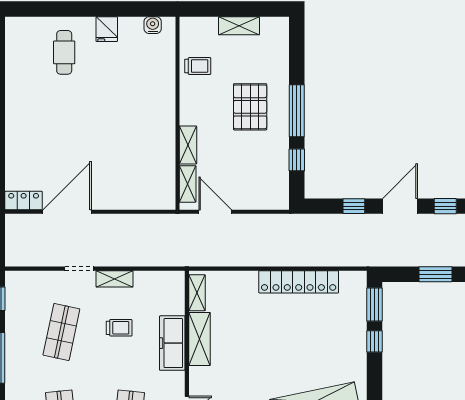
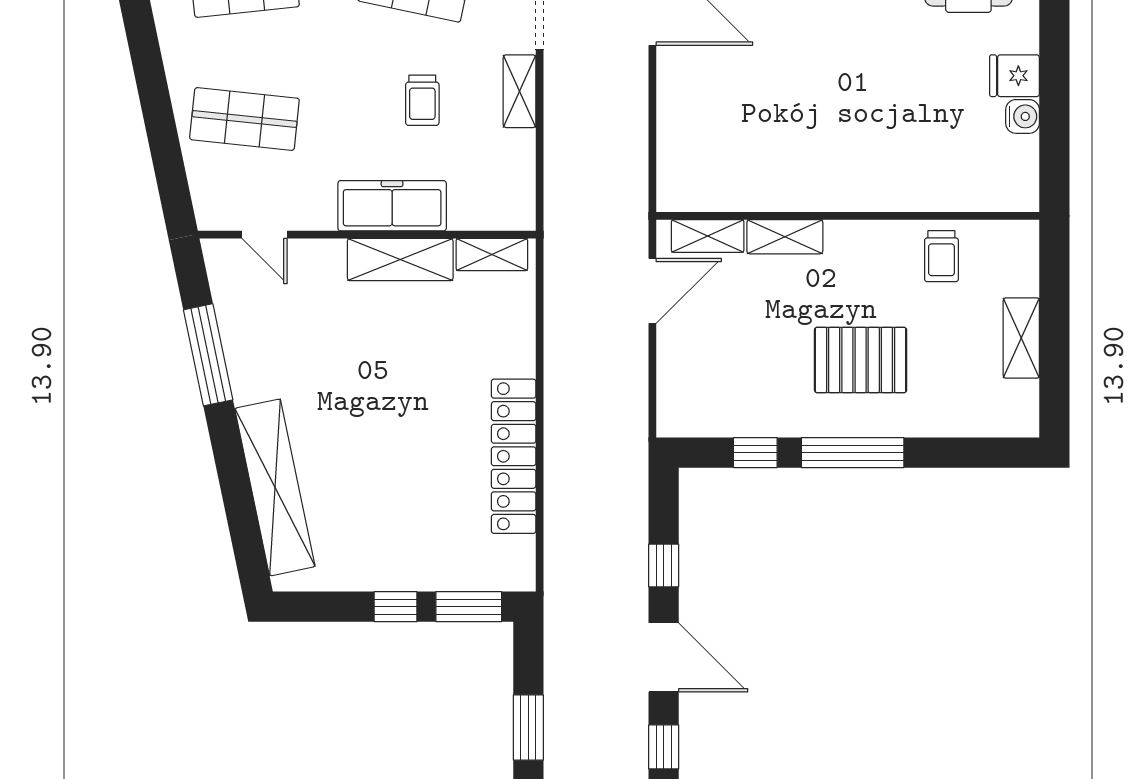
water cooler: (153, 25) -> (1023, 116), moved

